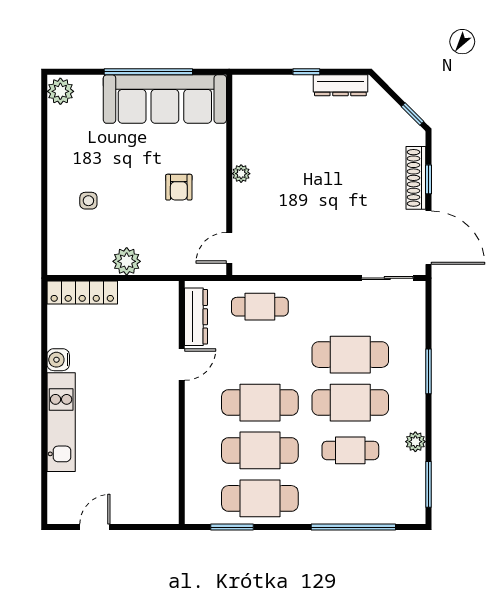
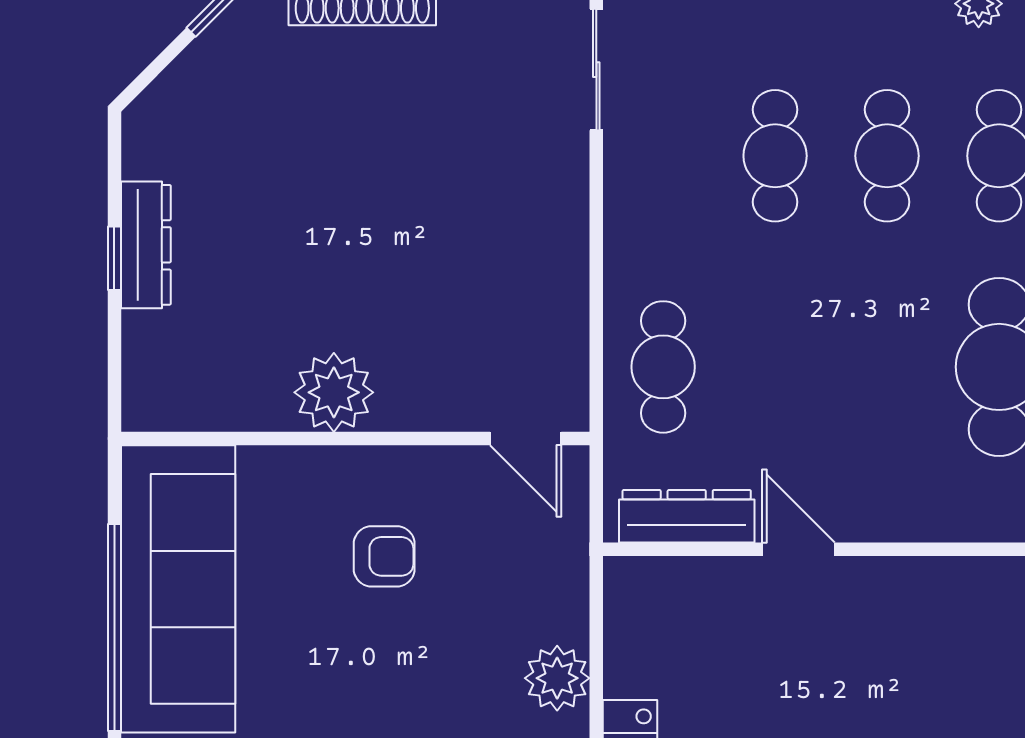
dresser: (340, 85) -> (146, 245), moved
plant: (241, 174) -> (334, 392), width x1.88, depth x1.88
cafe table: (350, 355) -> (775, 156), width x0.73, depth x0.74
cafe table: (260, 403) -> (887, 367), removed
cafe table: (350, 403) -> (887, 156), width x0.73, depth x0.74

